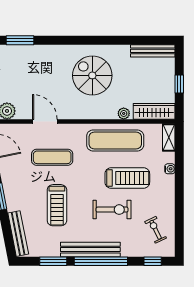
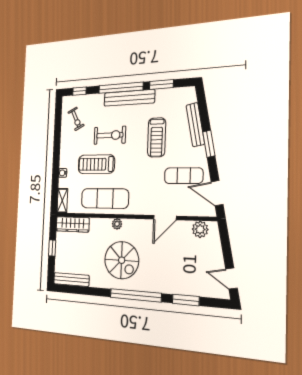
window: (75, 40) -> (136, 295), added
plant: (124, 113) -> (117, 224), moved
door: (45, 122) -> (165, 218), hinge flipped
exercise mat: (52, 157) -> (184, 176), moved
treadmill: (57, 205) -> (157, 137), turned 180
exercise bike: (112, 210) -> (110, 135), turned 180
bench: (18, 234) -> (195, 125), moved

